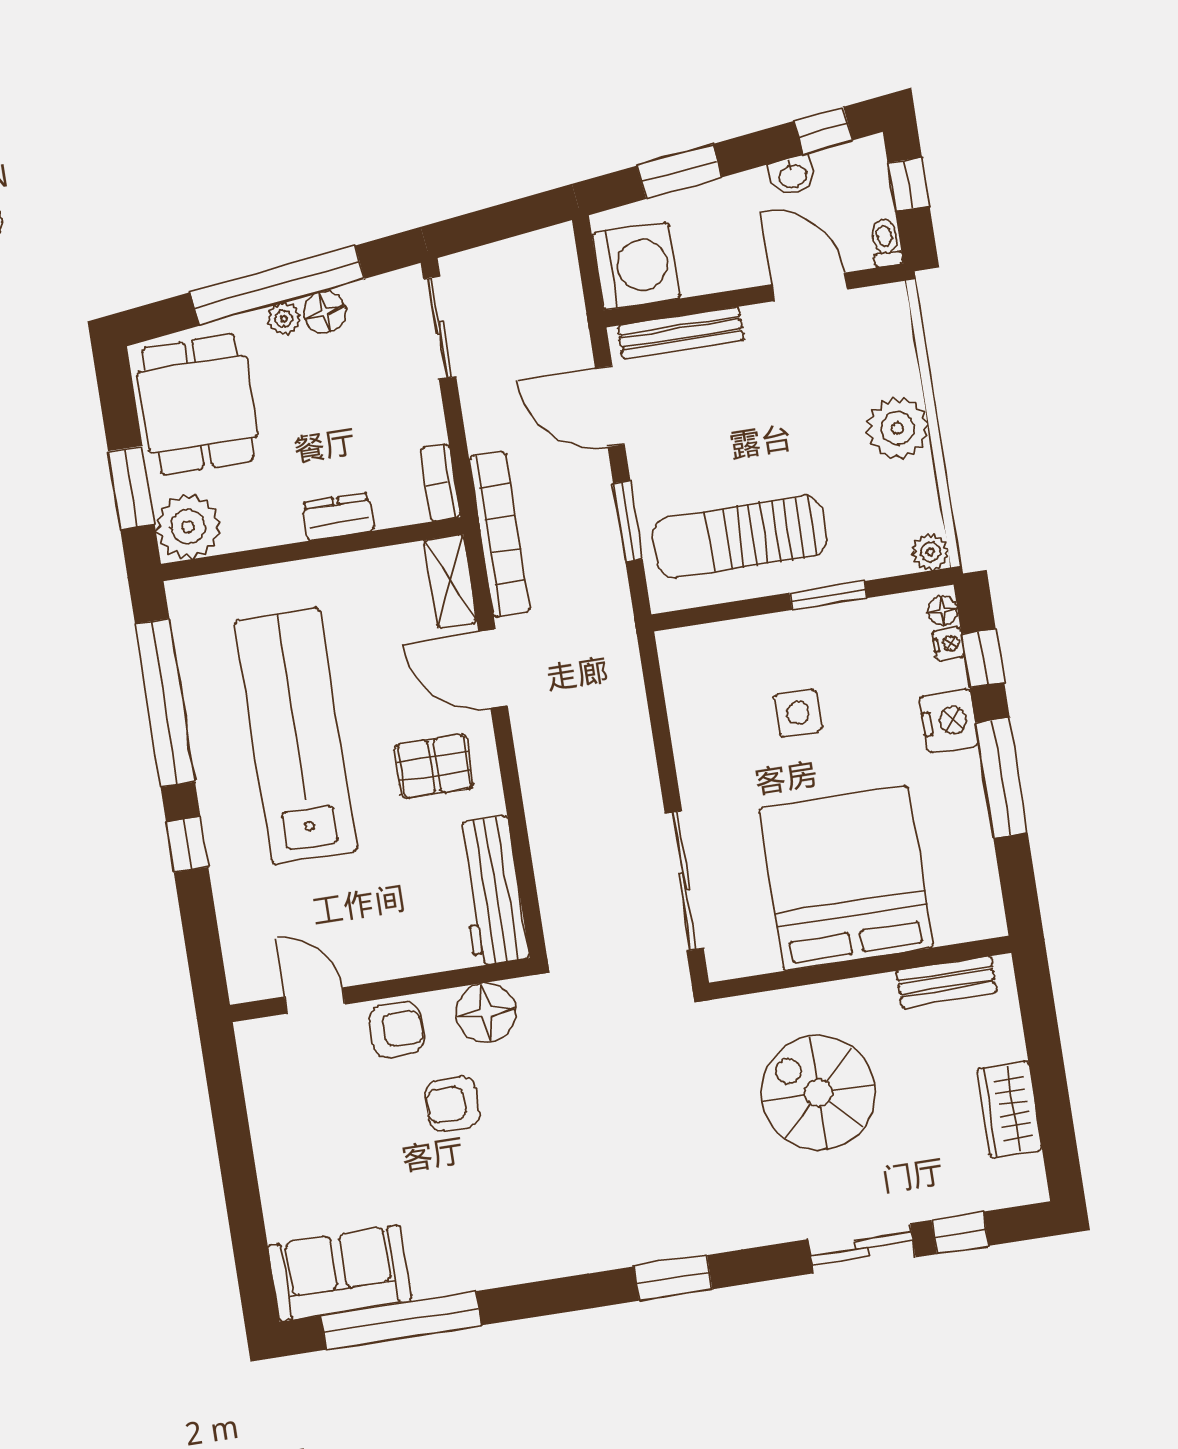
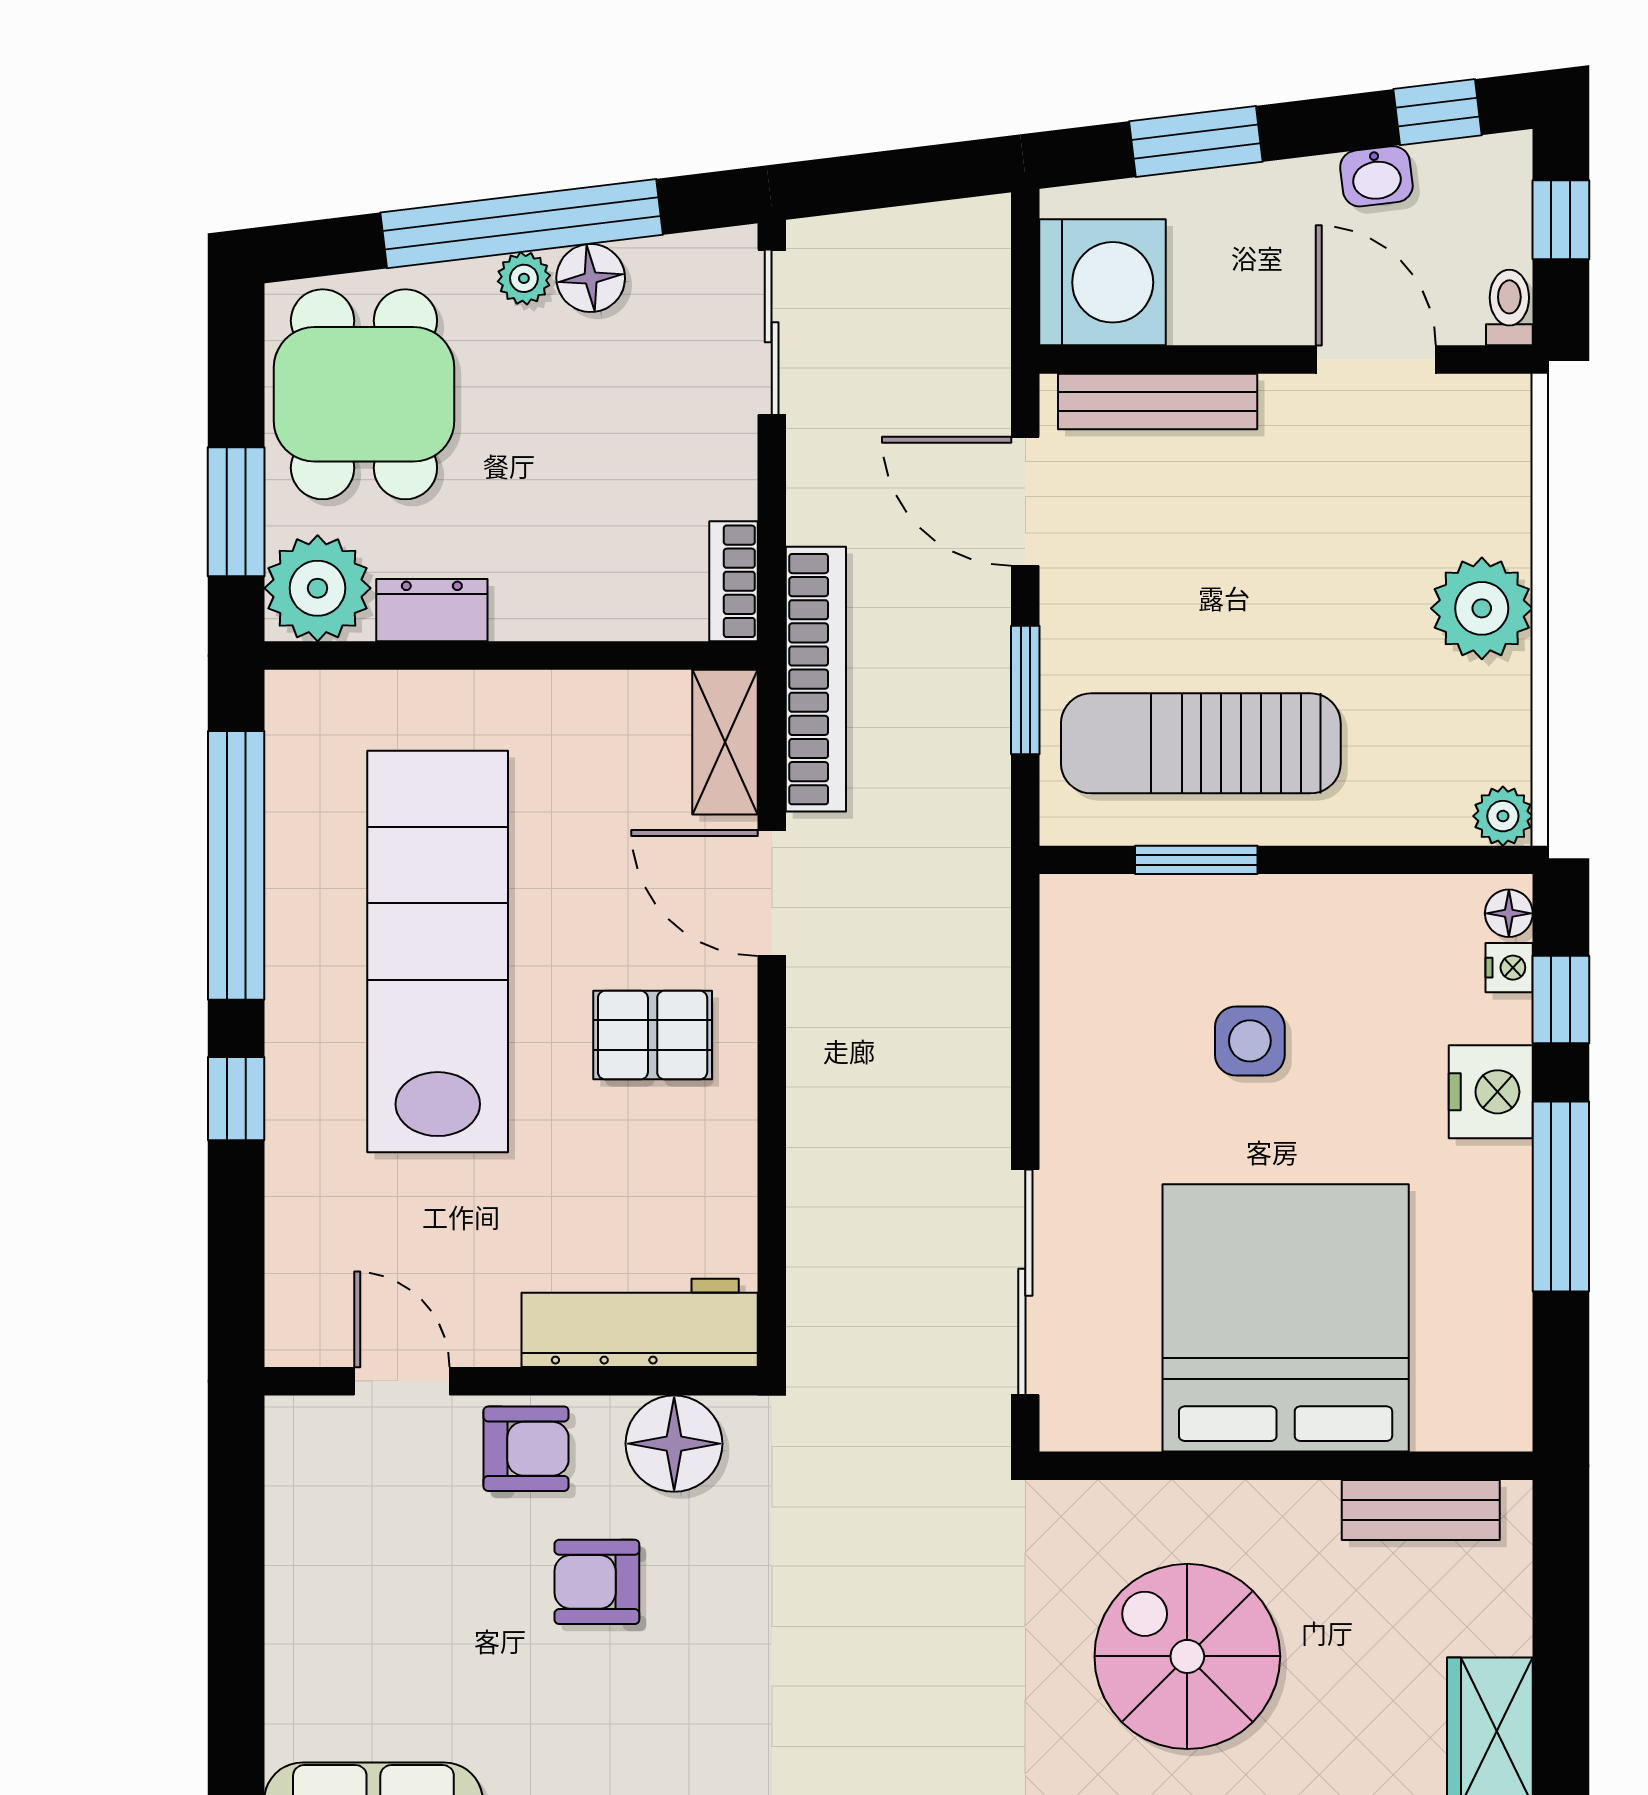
dresser: (338, 517) -> (432, 610), moved
window: (828, 595) -> (1196, 860), moved
workbench: (491, 891) -> (640, 1323), moved, turned 90

